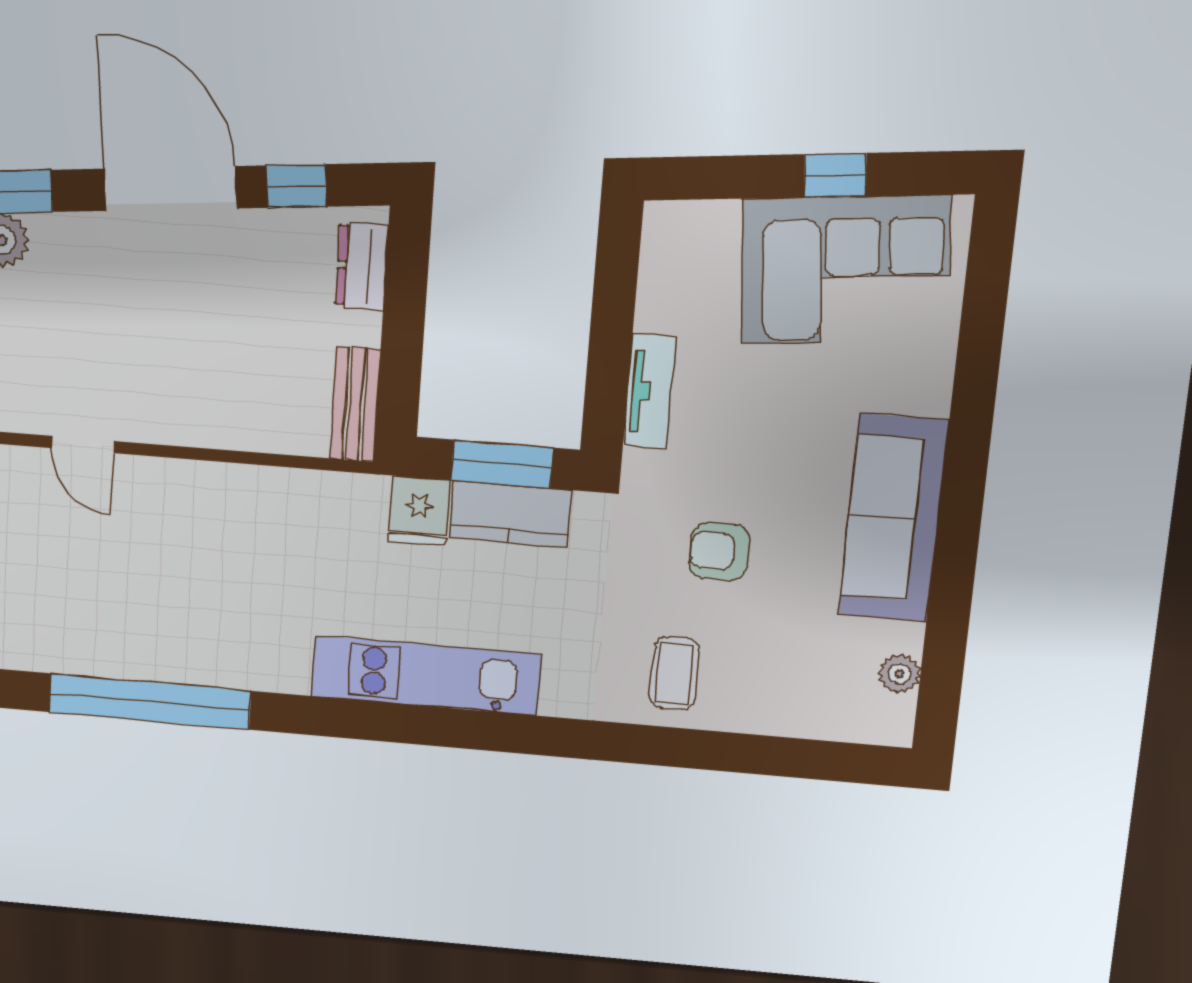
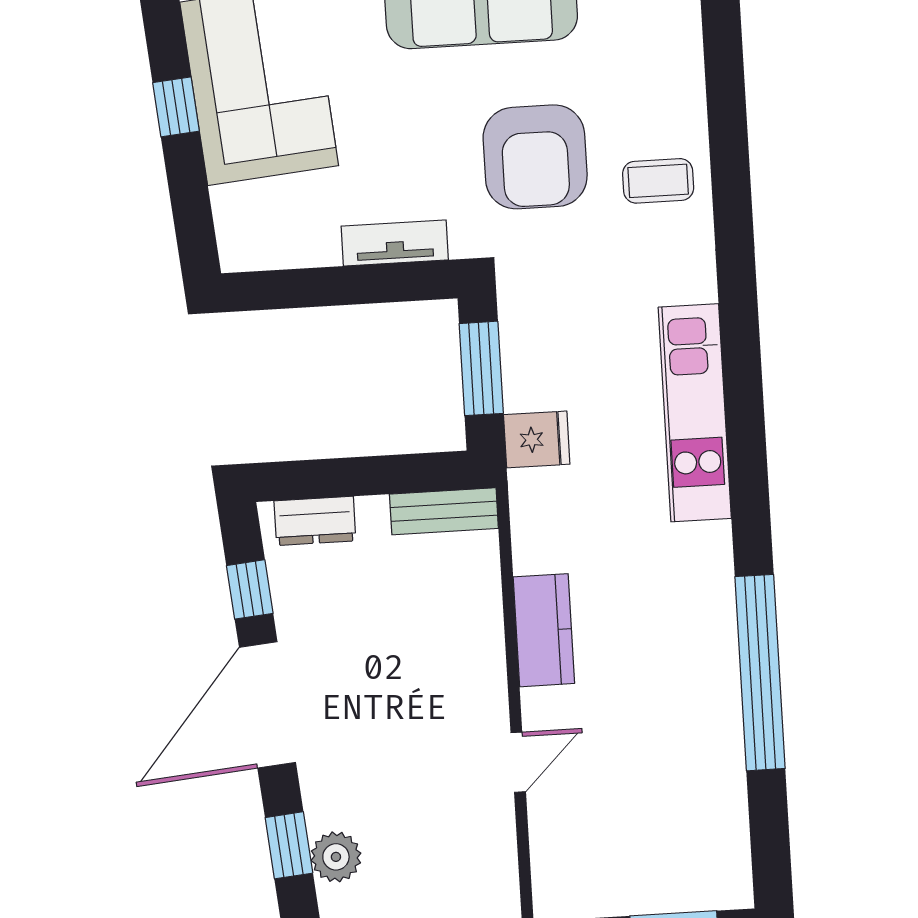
kitchen counter: (510, 514) -> (544, 630), moved
armchair: (719, 551) -> (535, 157), width x1.88, depth x1.88

